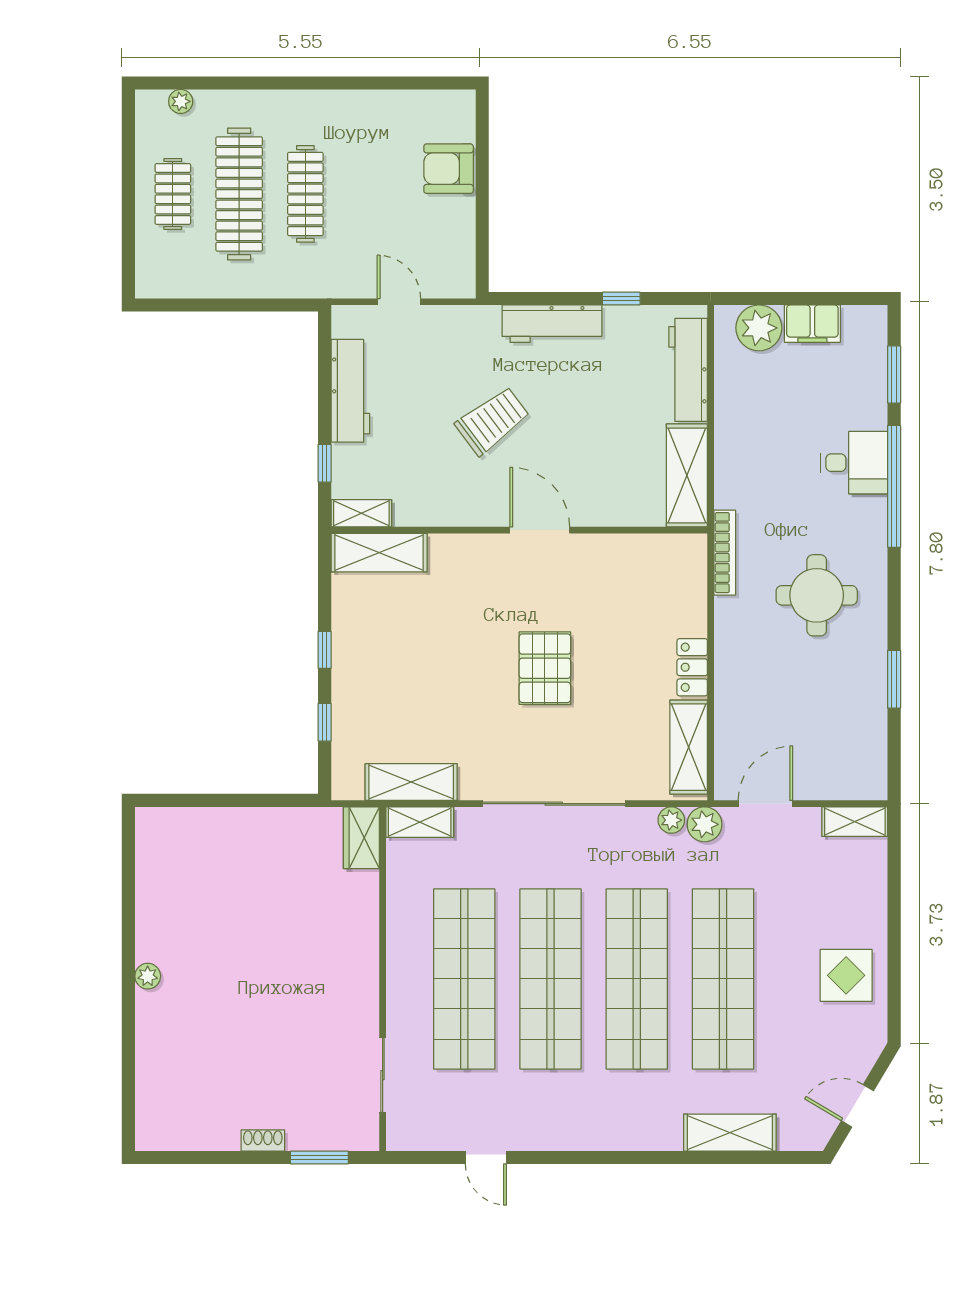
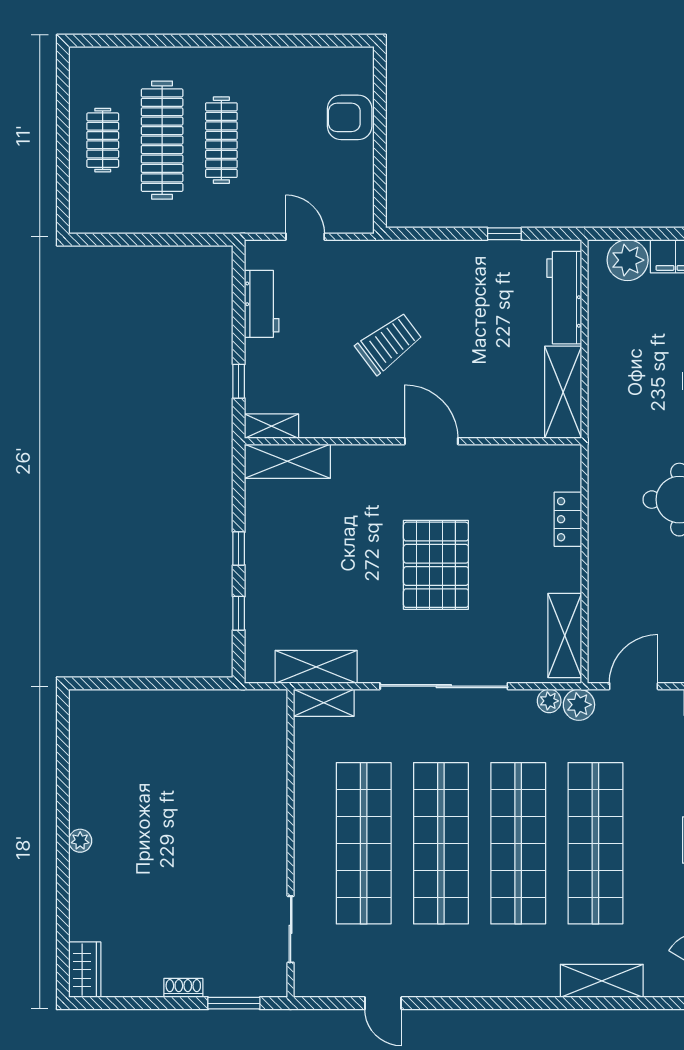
plant: (181, 101) -> (110, 57), removed
workbench: (552, 324) -> (442, 256), removed
workbench: (350, 391) -> (262, 304), width x0.73
bookcase: (725, 553) -> (597, 461), removed
locker: (692, 667) -> (568, 519), moved
pallet: (545, 668) -> (436, 565), width x1.37, depth x1.41
wardrobe: (361, 838) -> (85, 970), moved, turned 180

